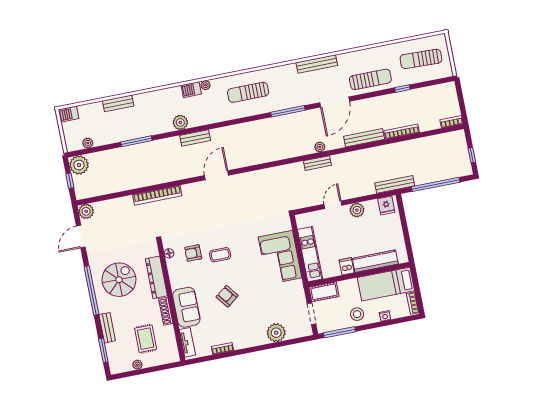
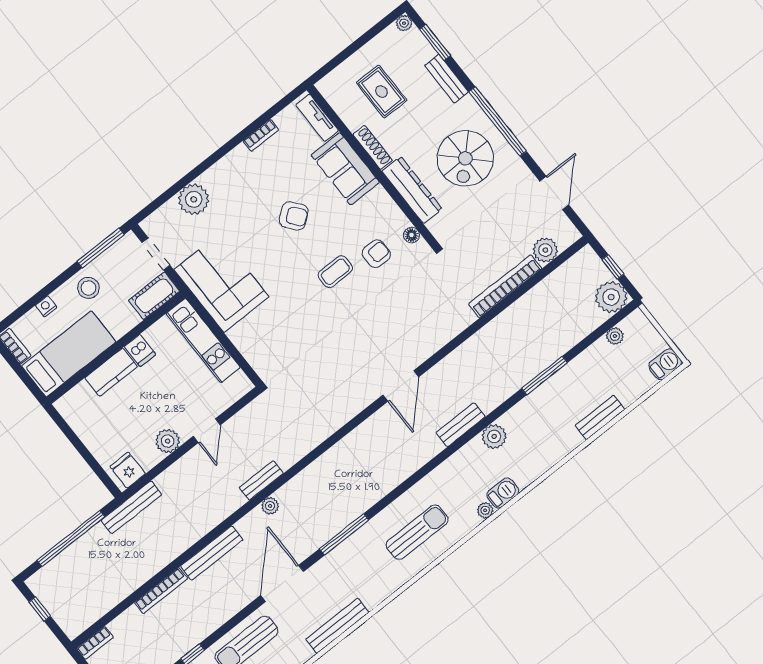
bookcase: (157, 195) -> (505, 286), moved
plant: (86, 211) -> (545, 250), moved
corner sofa: (280, 257) -> (221, 283), moved
kitchen counter: (375, 261) -> (111, 372), width x0.67
plant: (137, 365) -> (404, 23), moved

